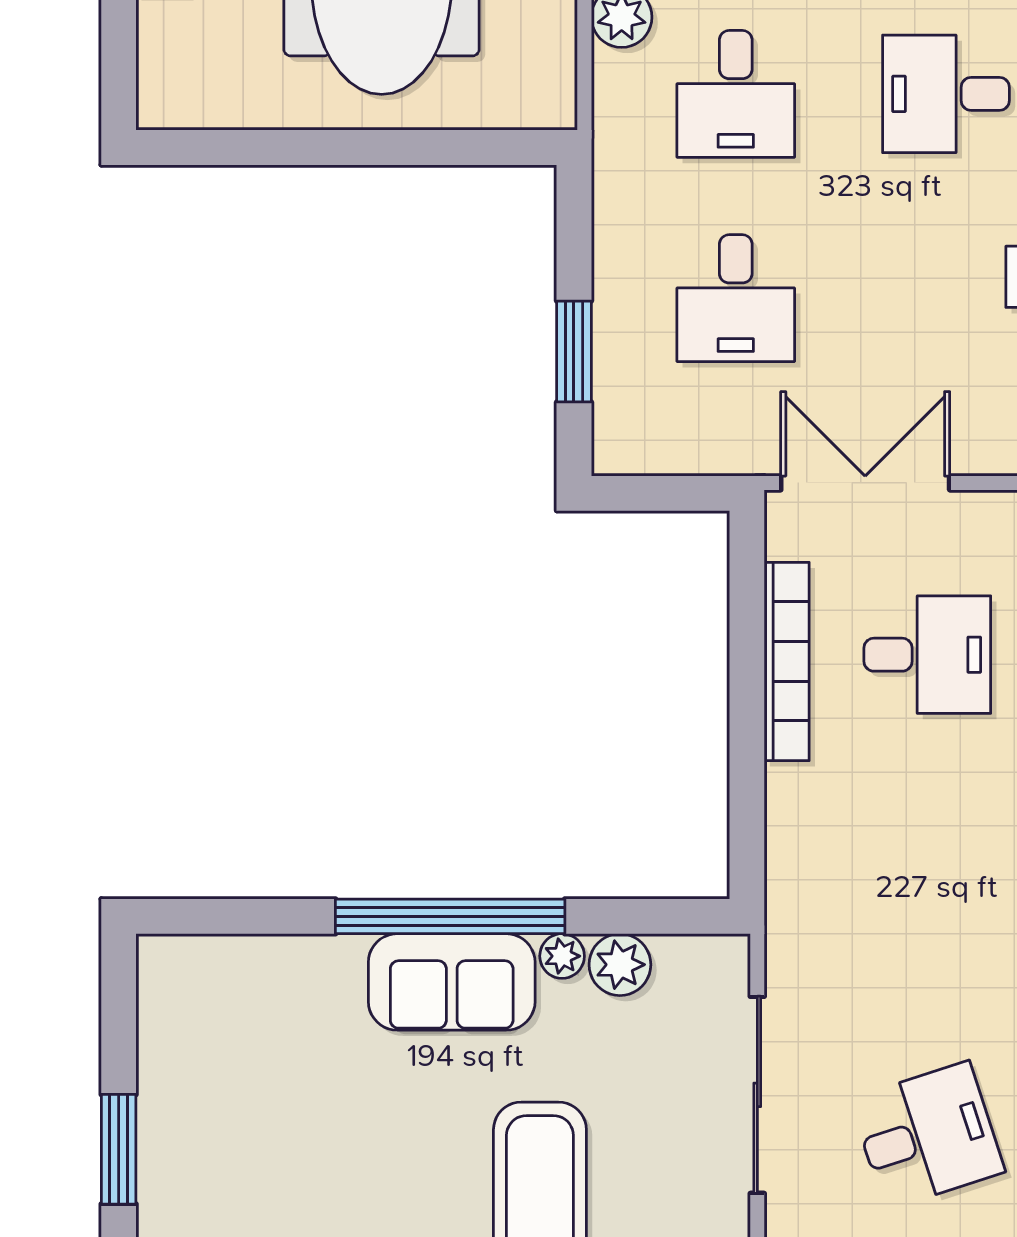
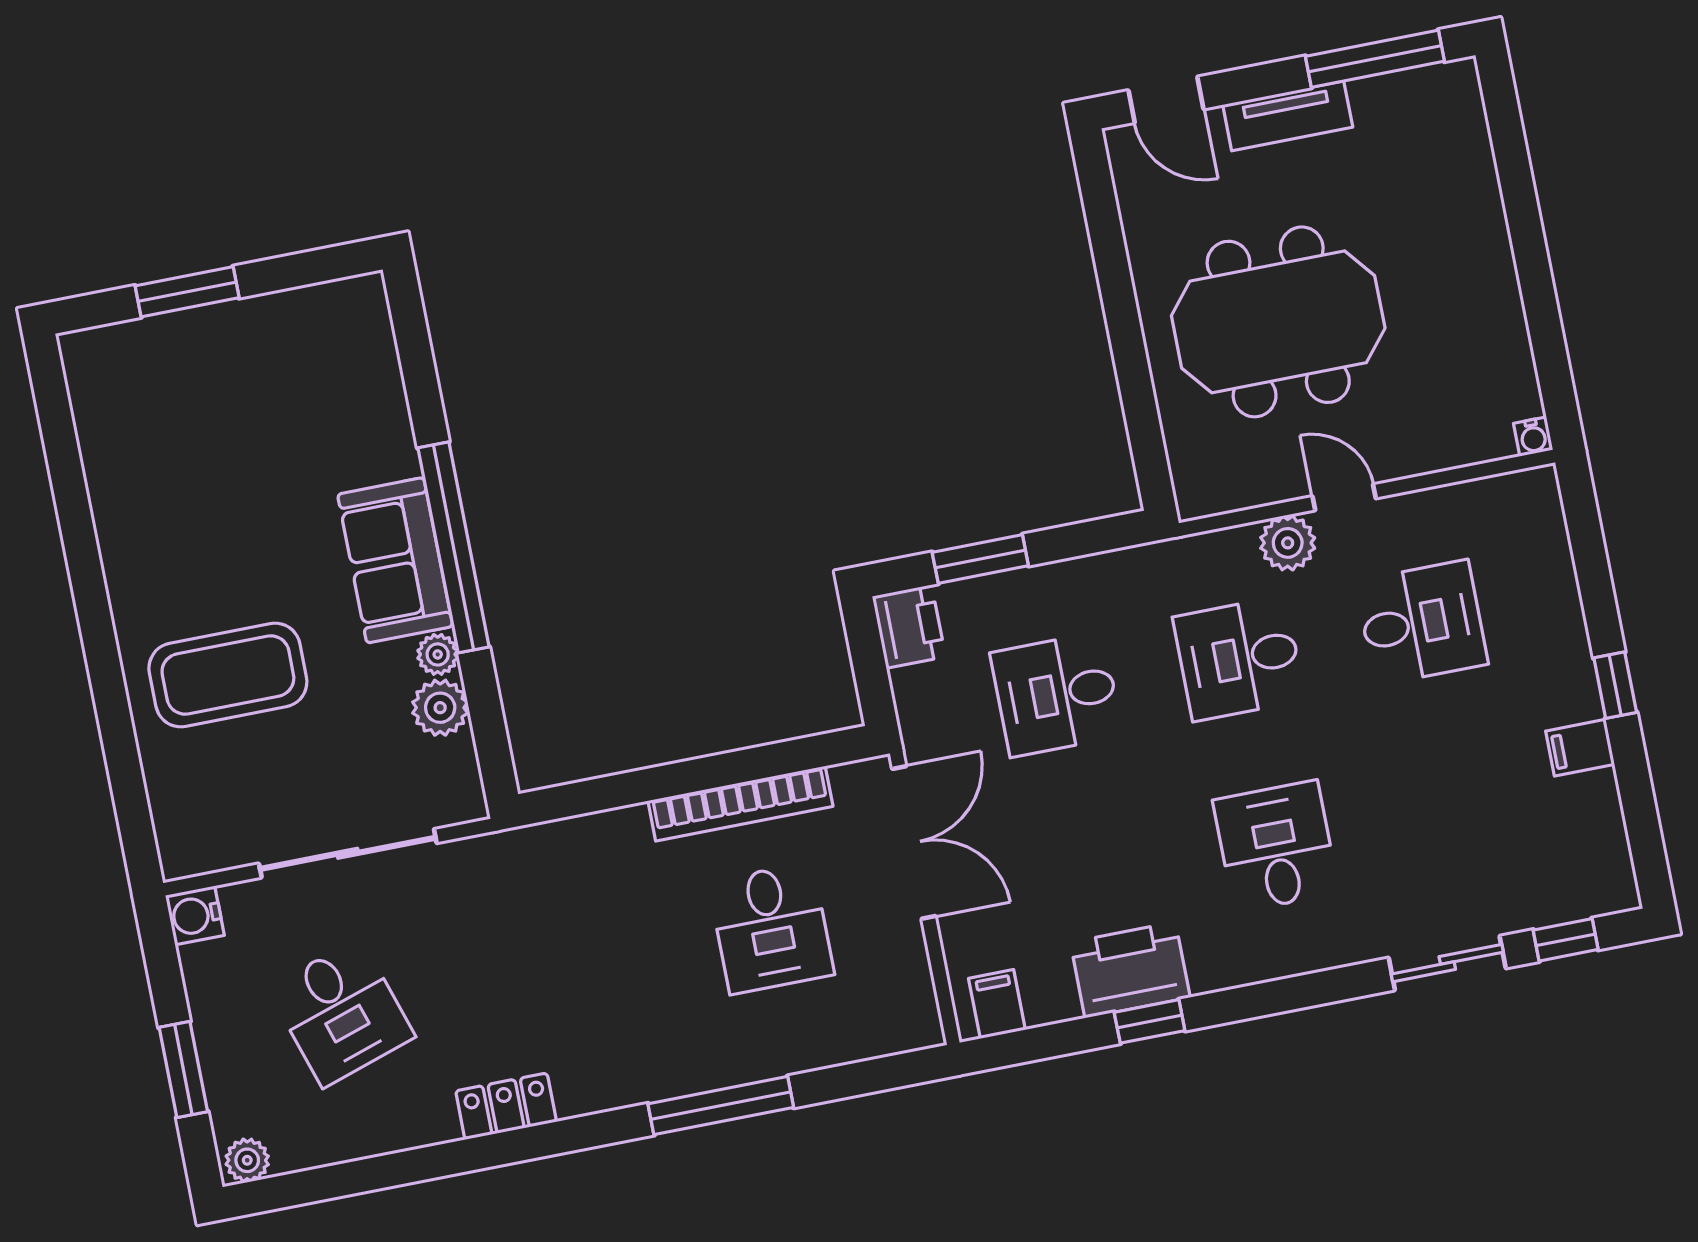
door: (119, 54) -> (1166, 100), added
printer: (632, 443) -> (909, 627), added

